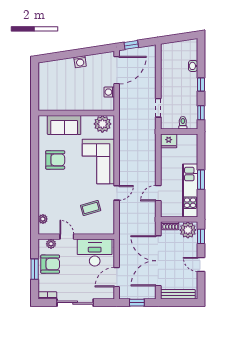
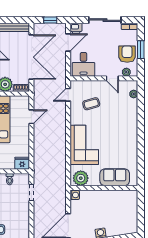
washing machine: (109, 92) -> (75, 195), moved
armchair: (55, 160) -> (123, 146), removed
door: (117, 193) -> (68, 95), moved
desk: (95, 253) -> (83, 64), width x0.73
armchair: (50, 264) -> (127, 54), turned 90
printer: (108, 293) -> (76, 28), added

